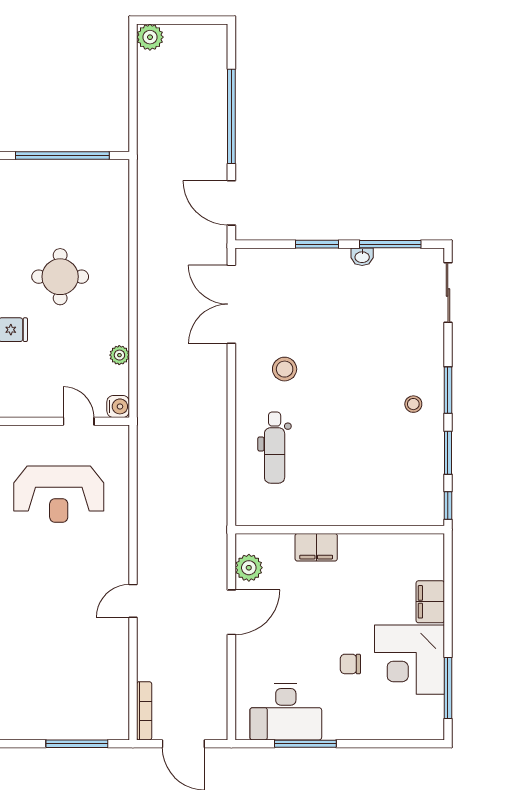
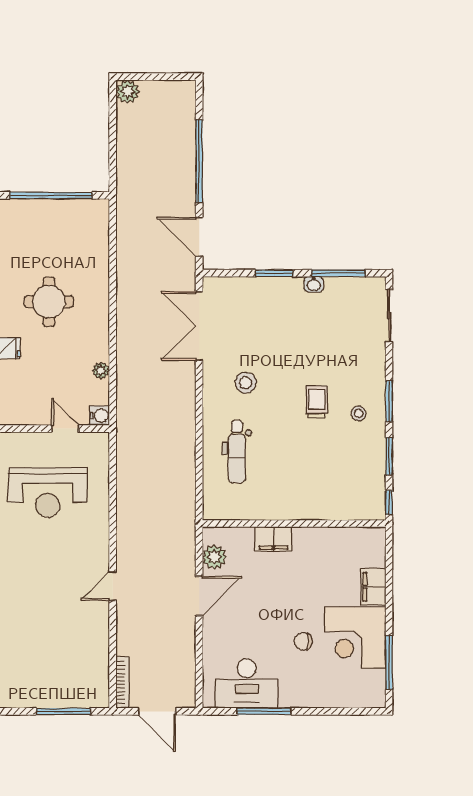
trolley: (365, 391) -> (316, 402), added

